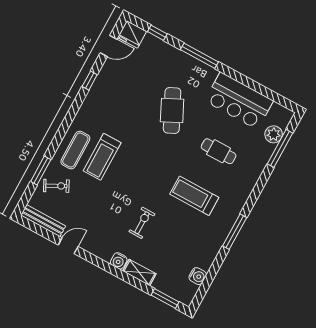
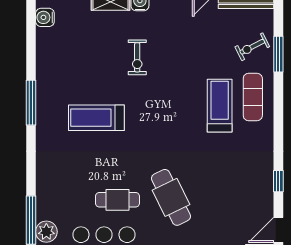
cafe table: (219, 151) -> (117, 200), moved
treadmill: (194, 196) -> (96, 118), turned 180
water cooler: (198, 276) -> (45, 17), moved

